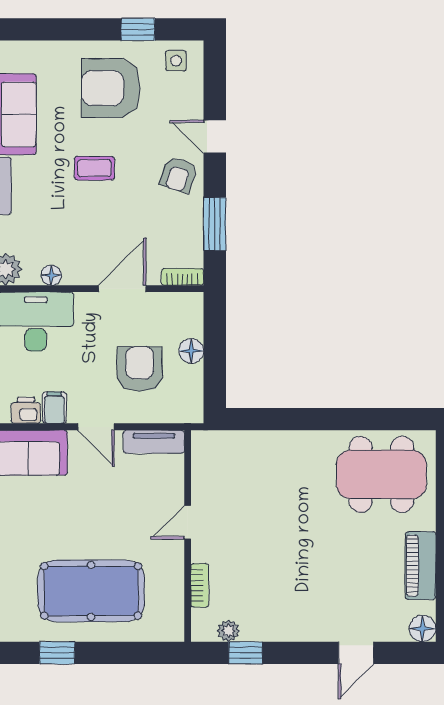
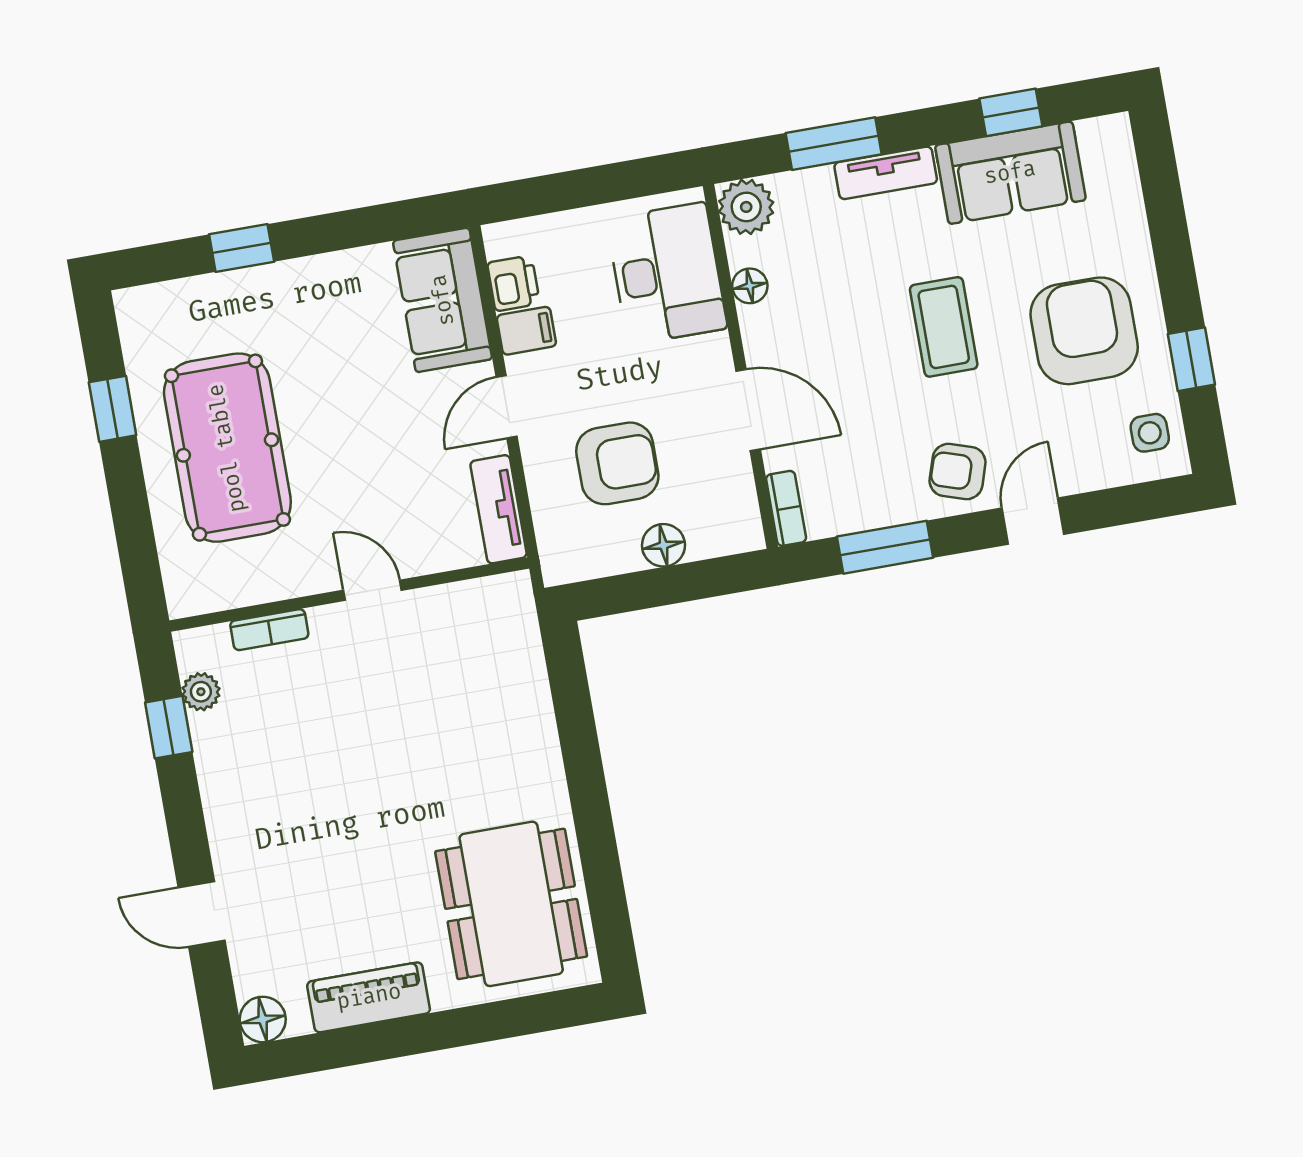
coffee table: (94, 168) -> (944, 327), width x1.36, depth x1.30

